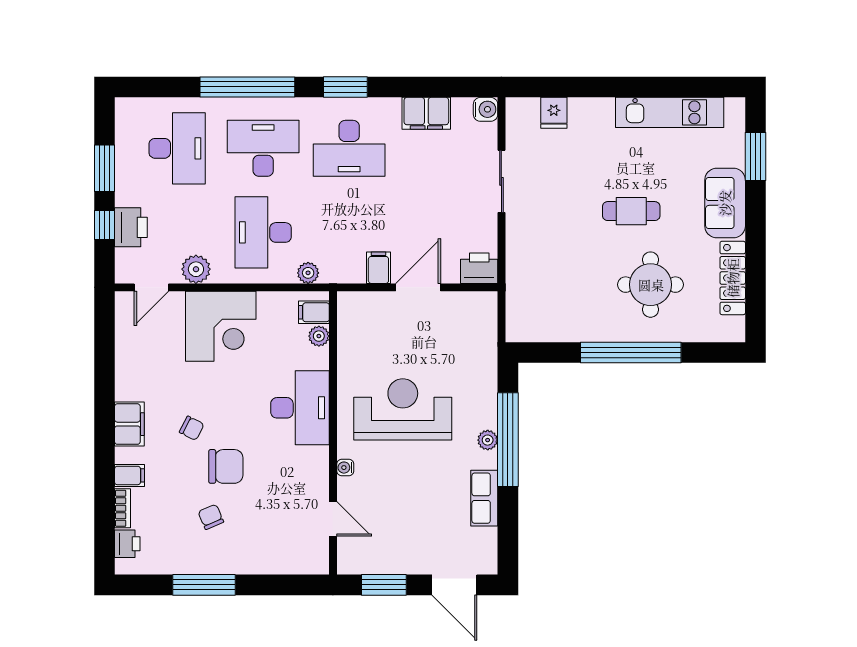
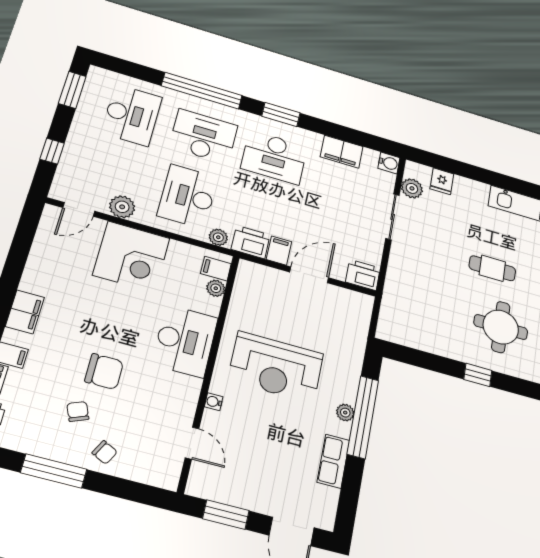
plant: (519, 135) -> (412, 188), added
window: (104, 168) -> (72, 90), moved
printer: (131, 227) -> (251, 242), moved, turned -90
window: (631, 353) -> (478, 375), width x0.32
reception desk: (403, 409) -> (276, 367), turned 180
chair: (192, 428) -> (105, 452), moved

